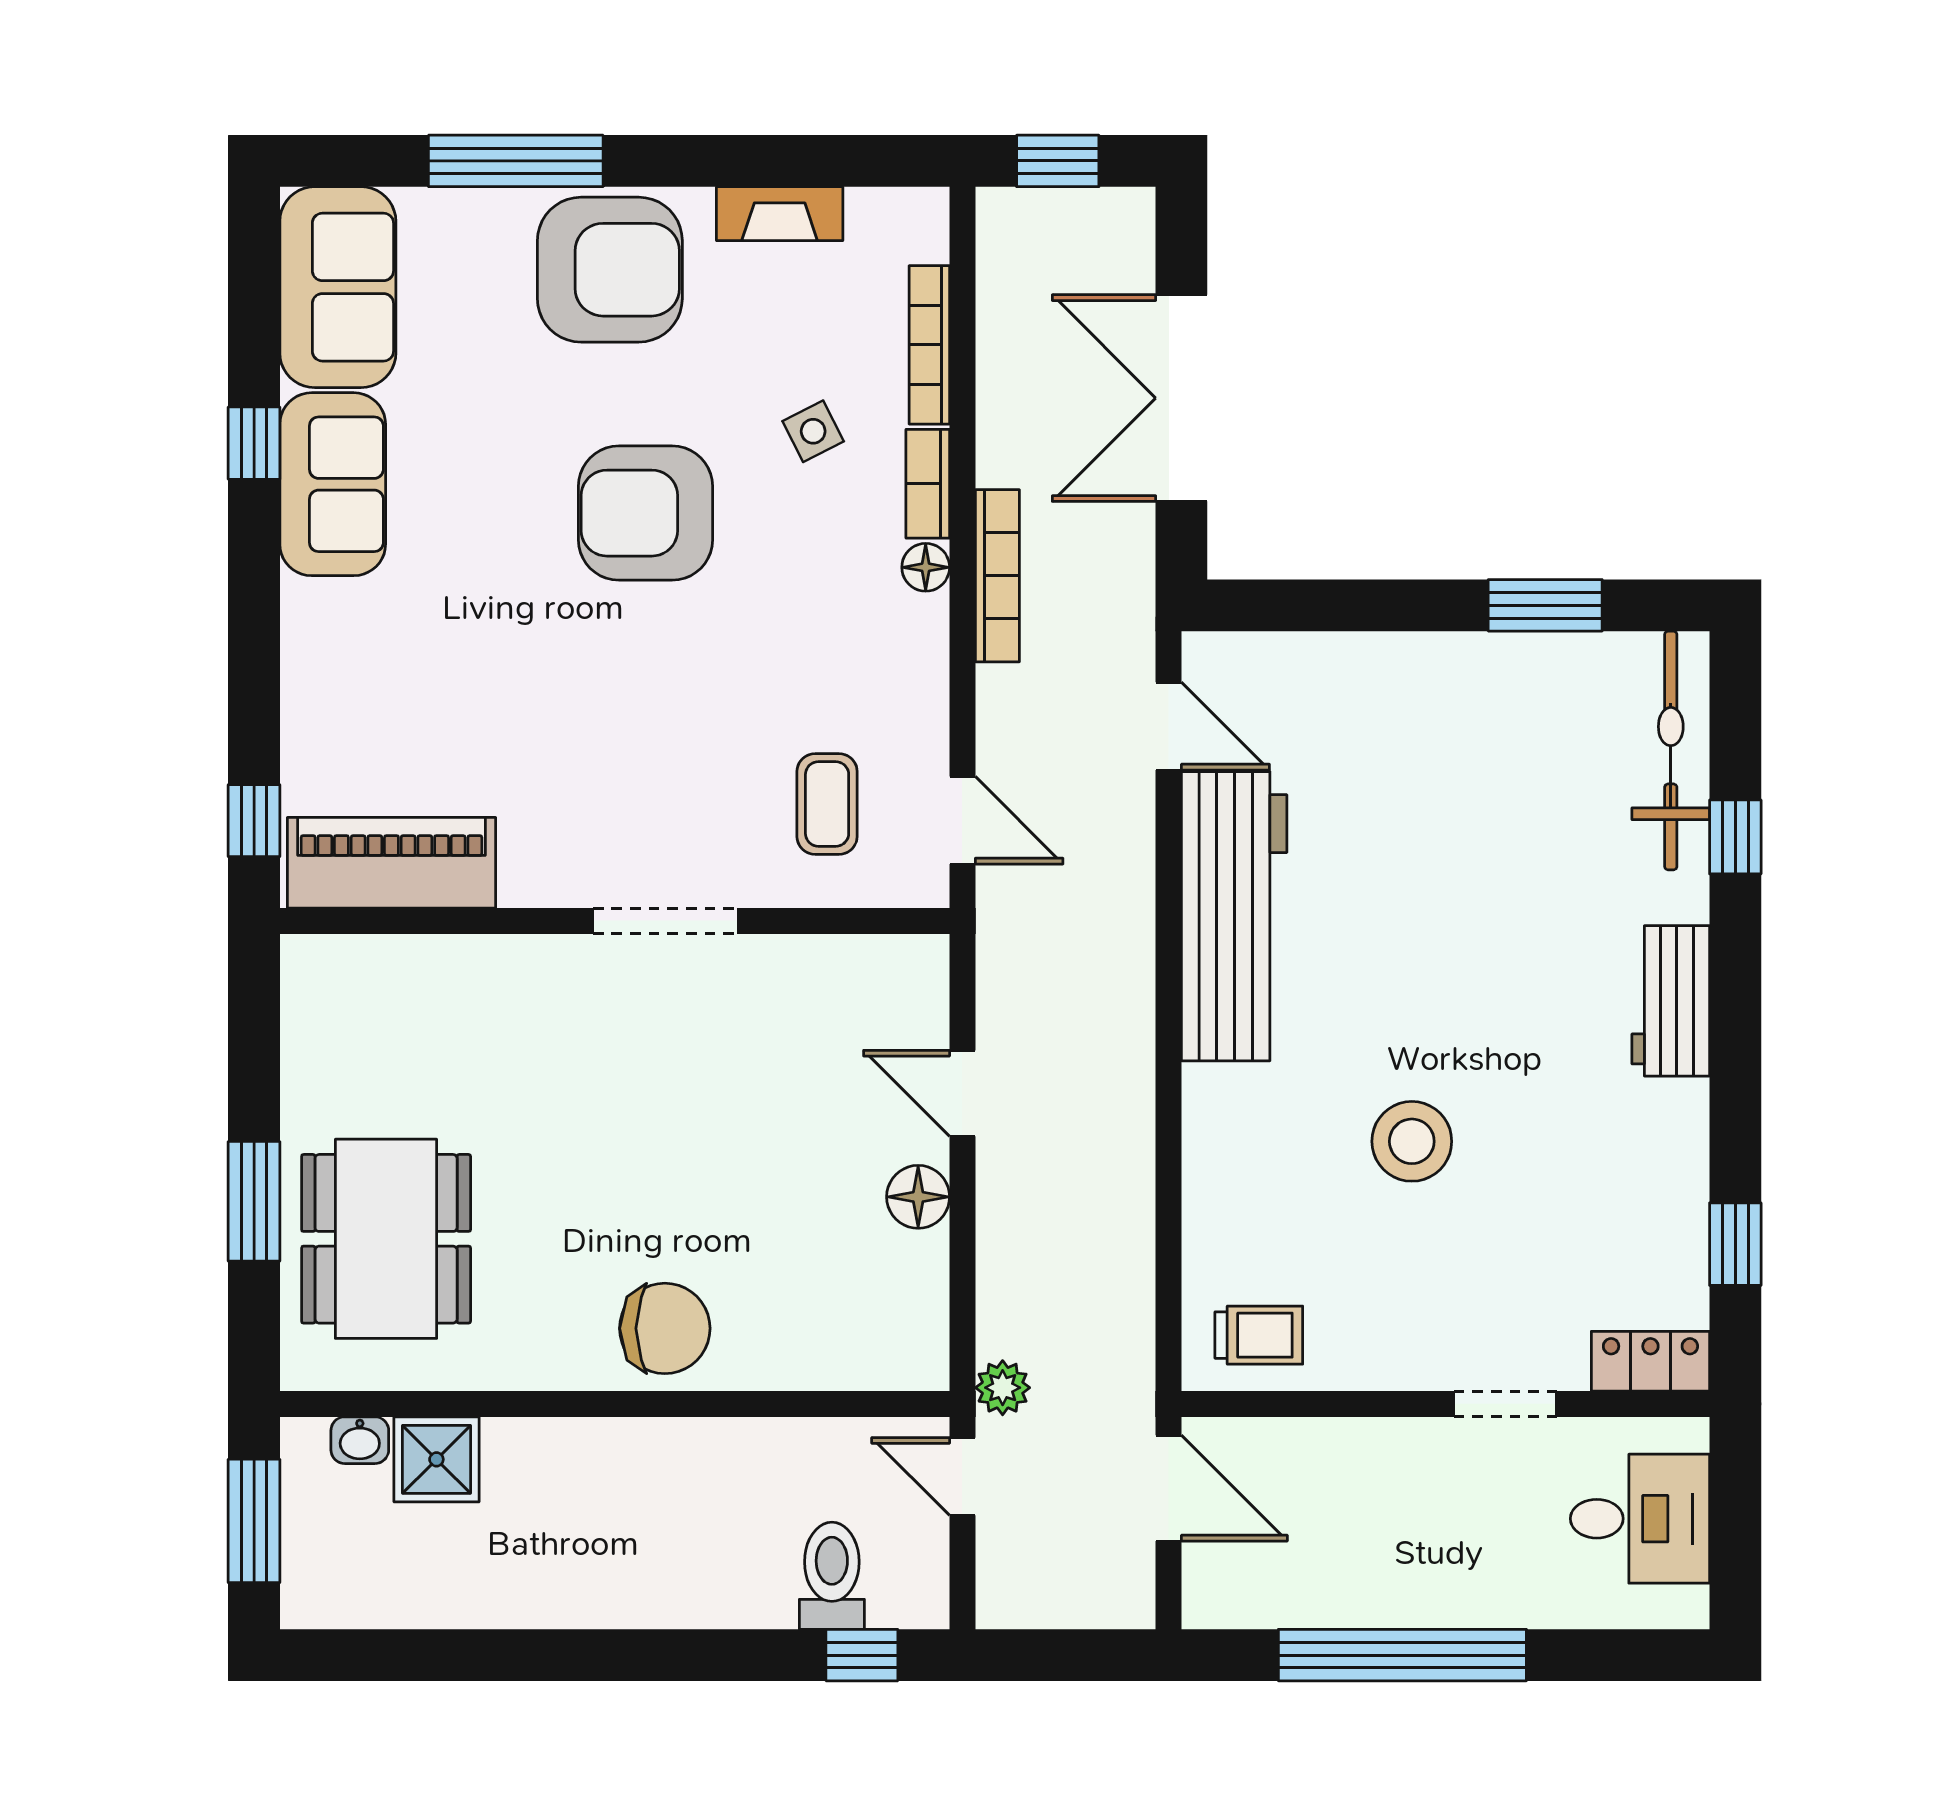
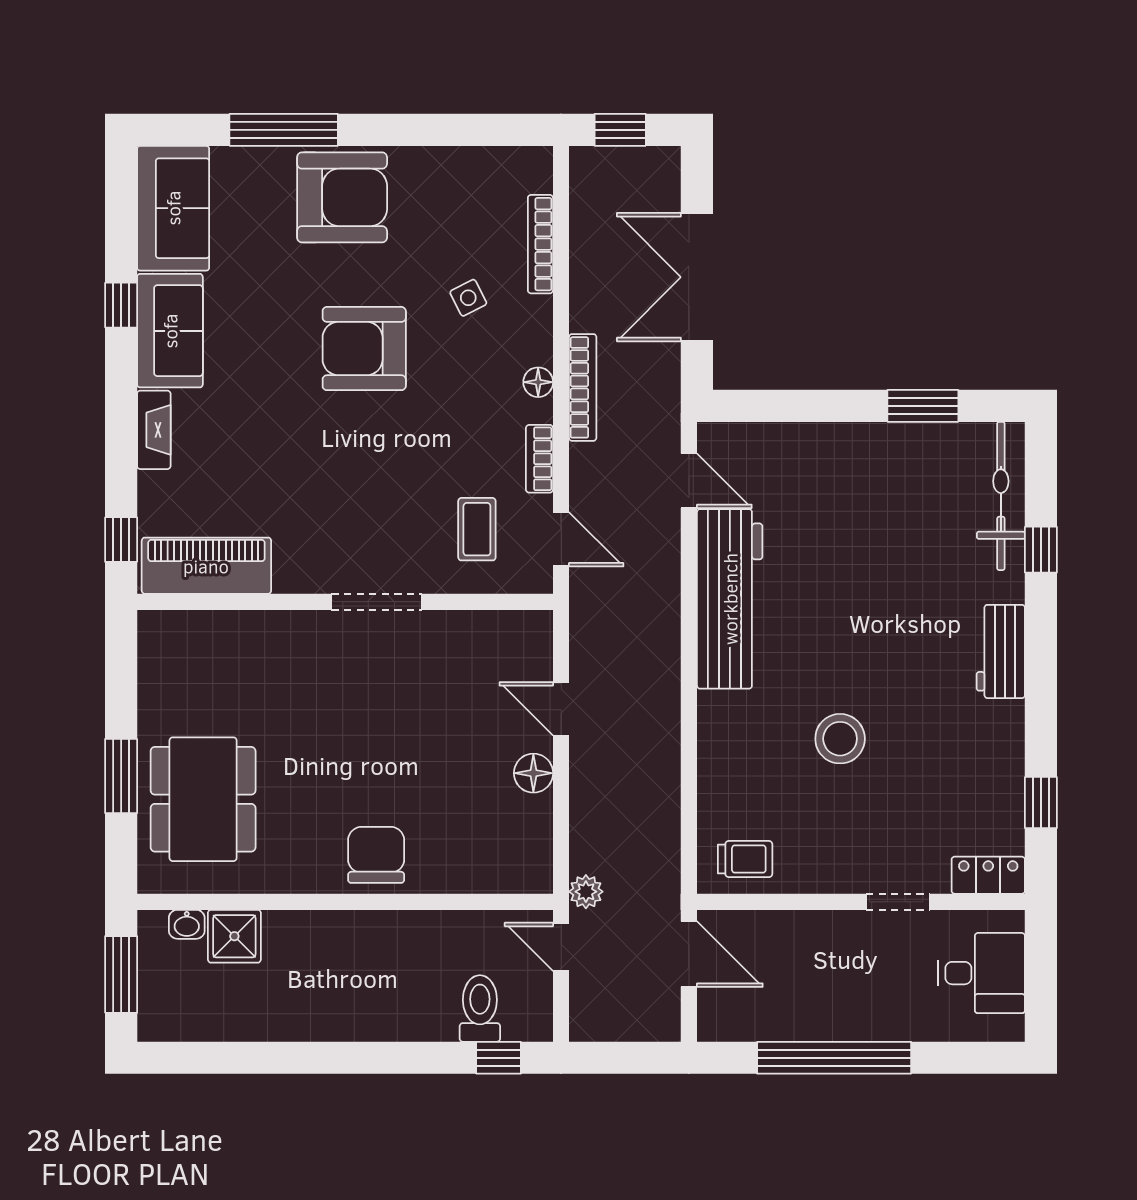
fireplace: (780, 214) -> (154, 430), moved, turned -90
bookcase: (928, 484) -> (539, 459), moved
chair: (665, 1328) -> (376, 855), turned -90

